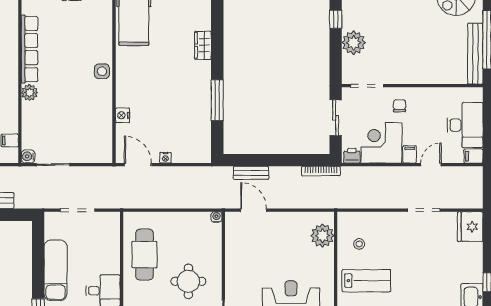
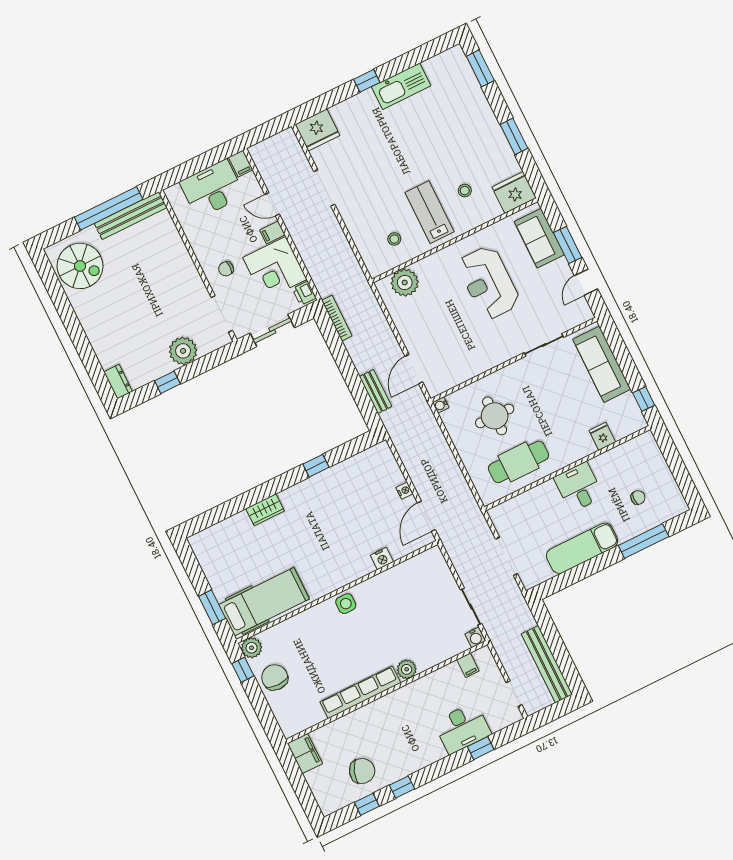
window: (217, 100) -> (316, 466), width x0.46
round table: (188, 281) -> (495, 416), moved

